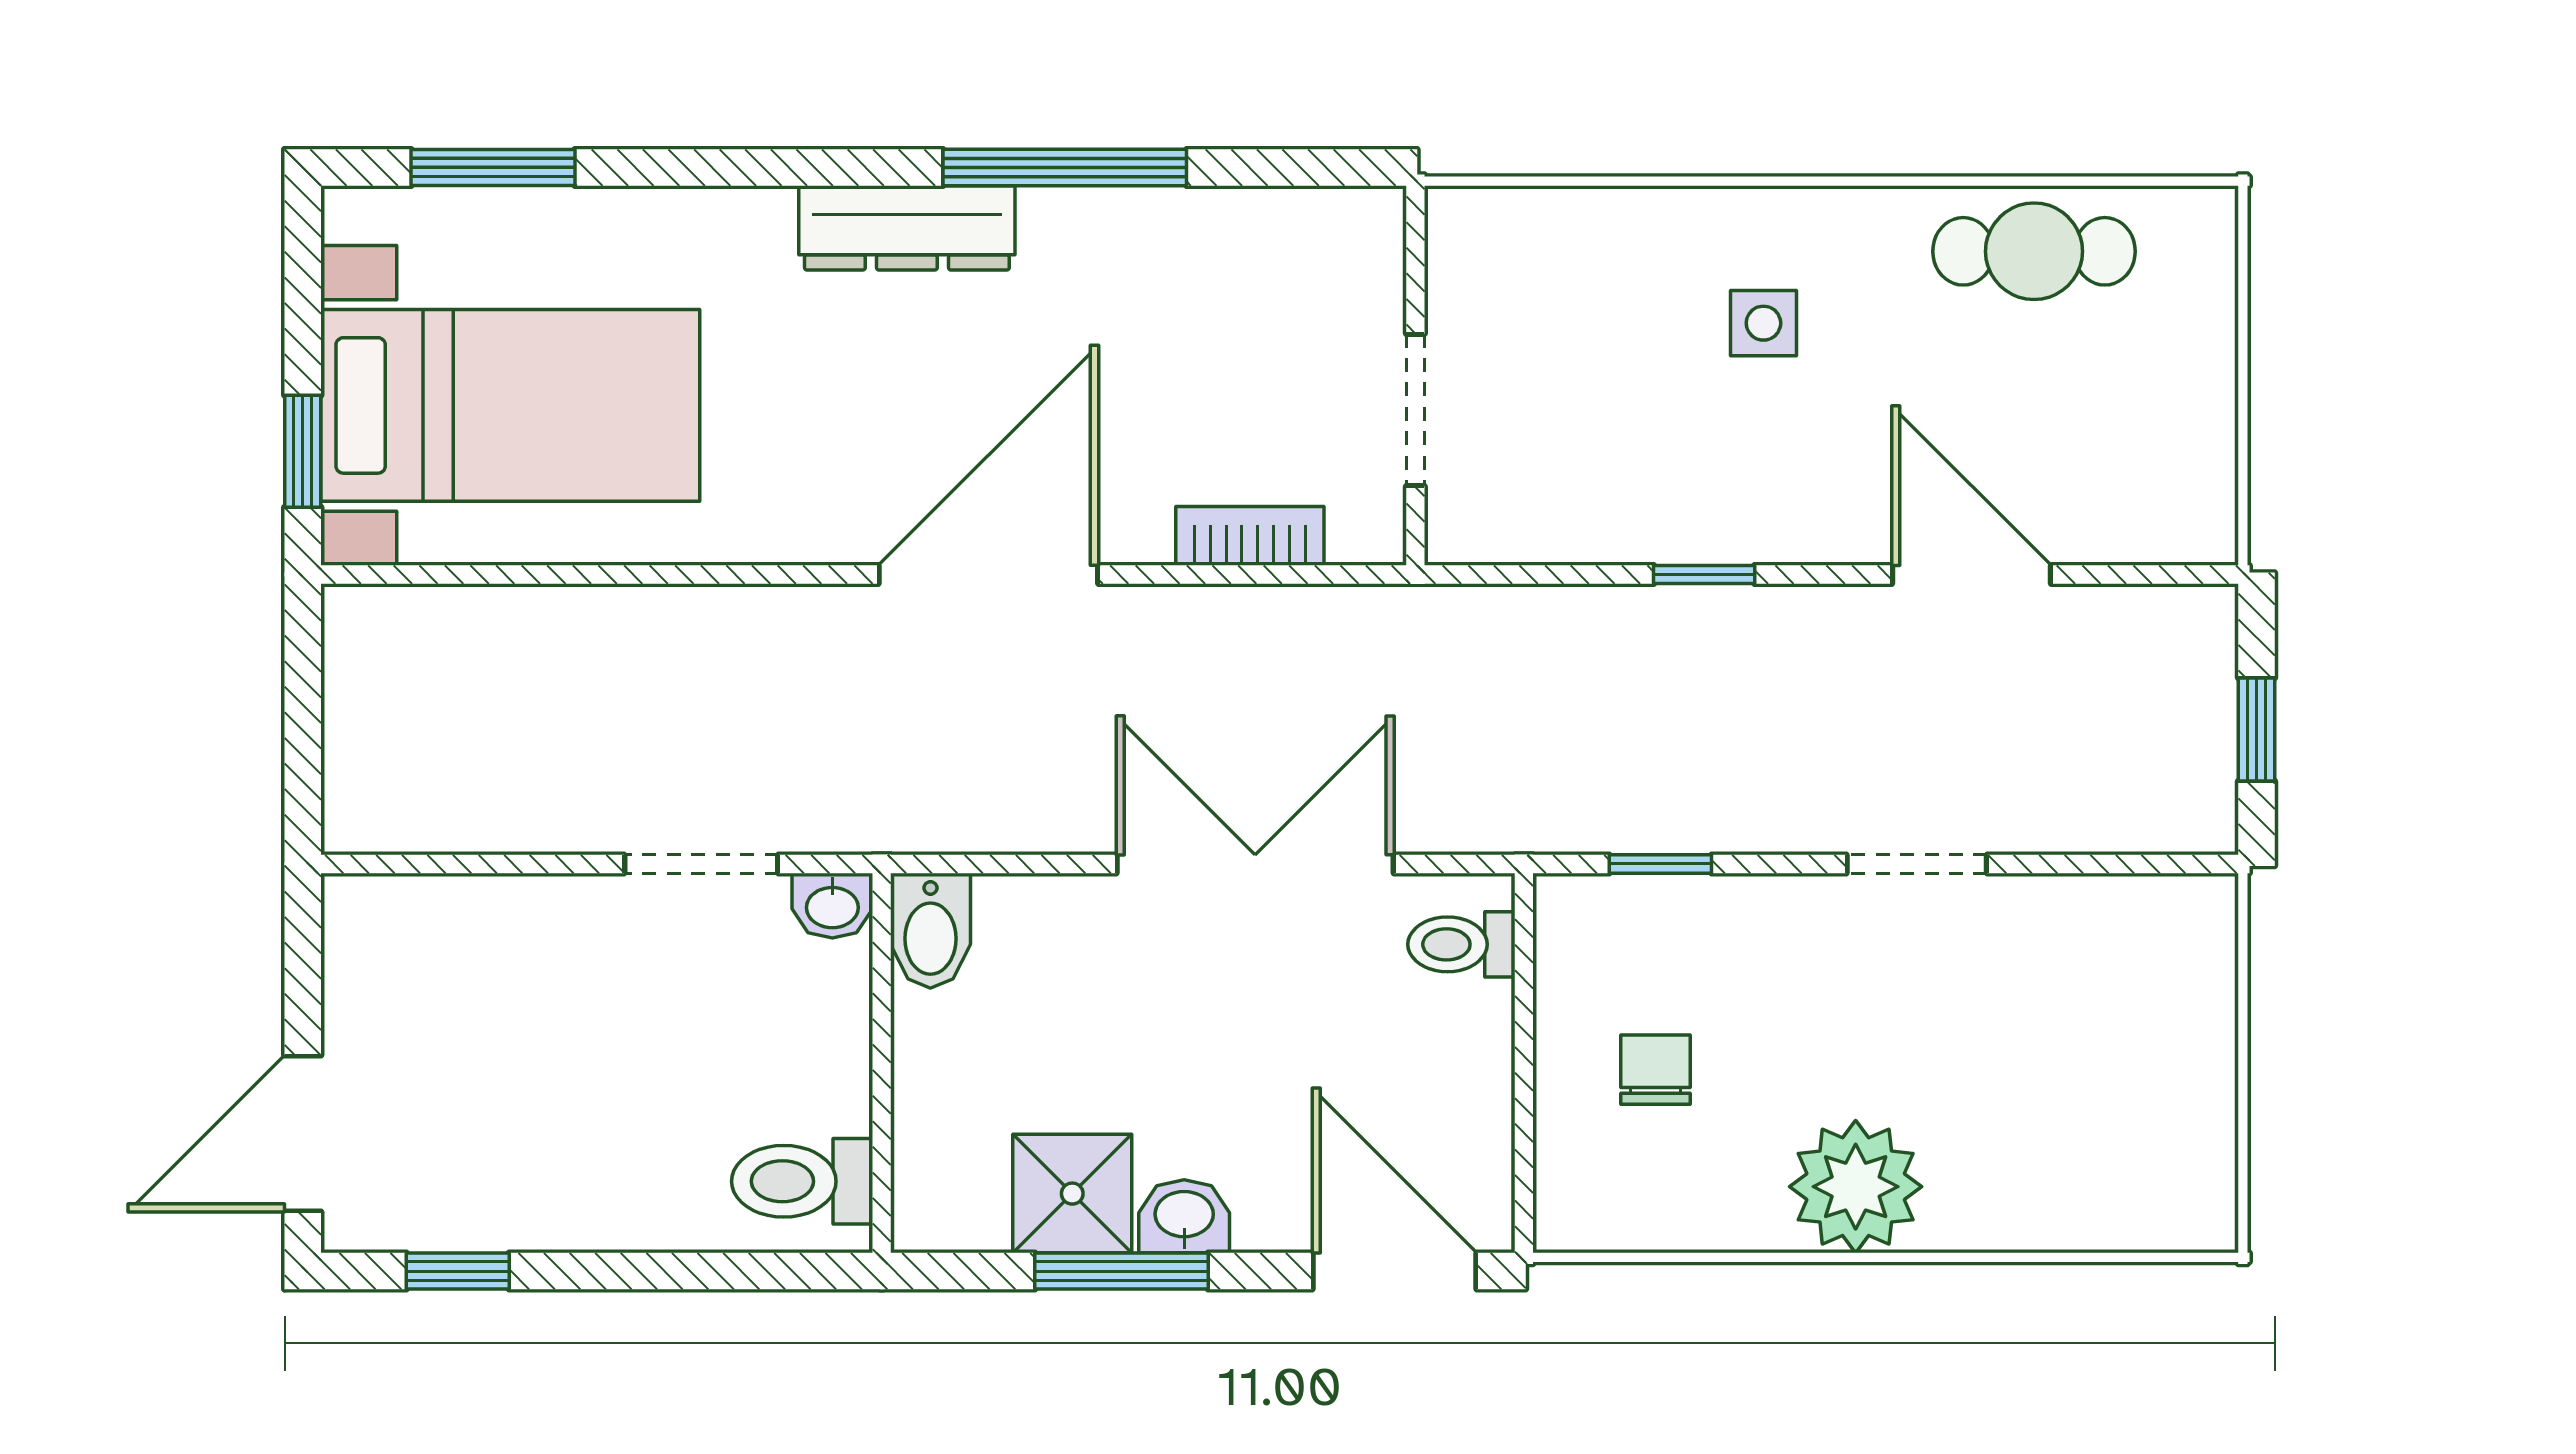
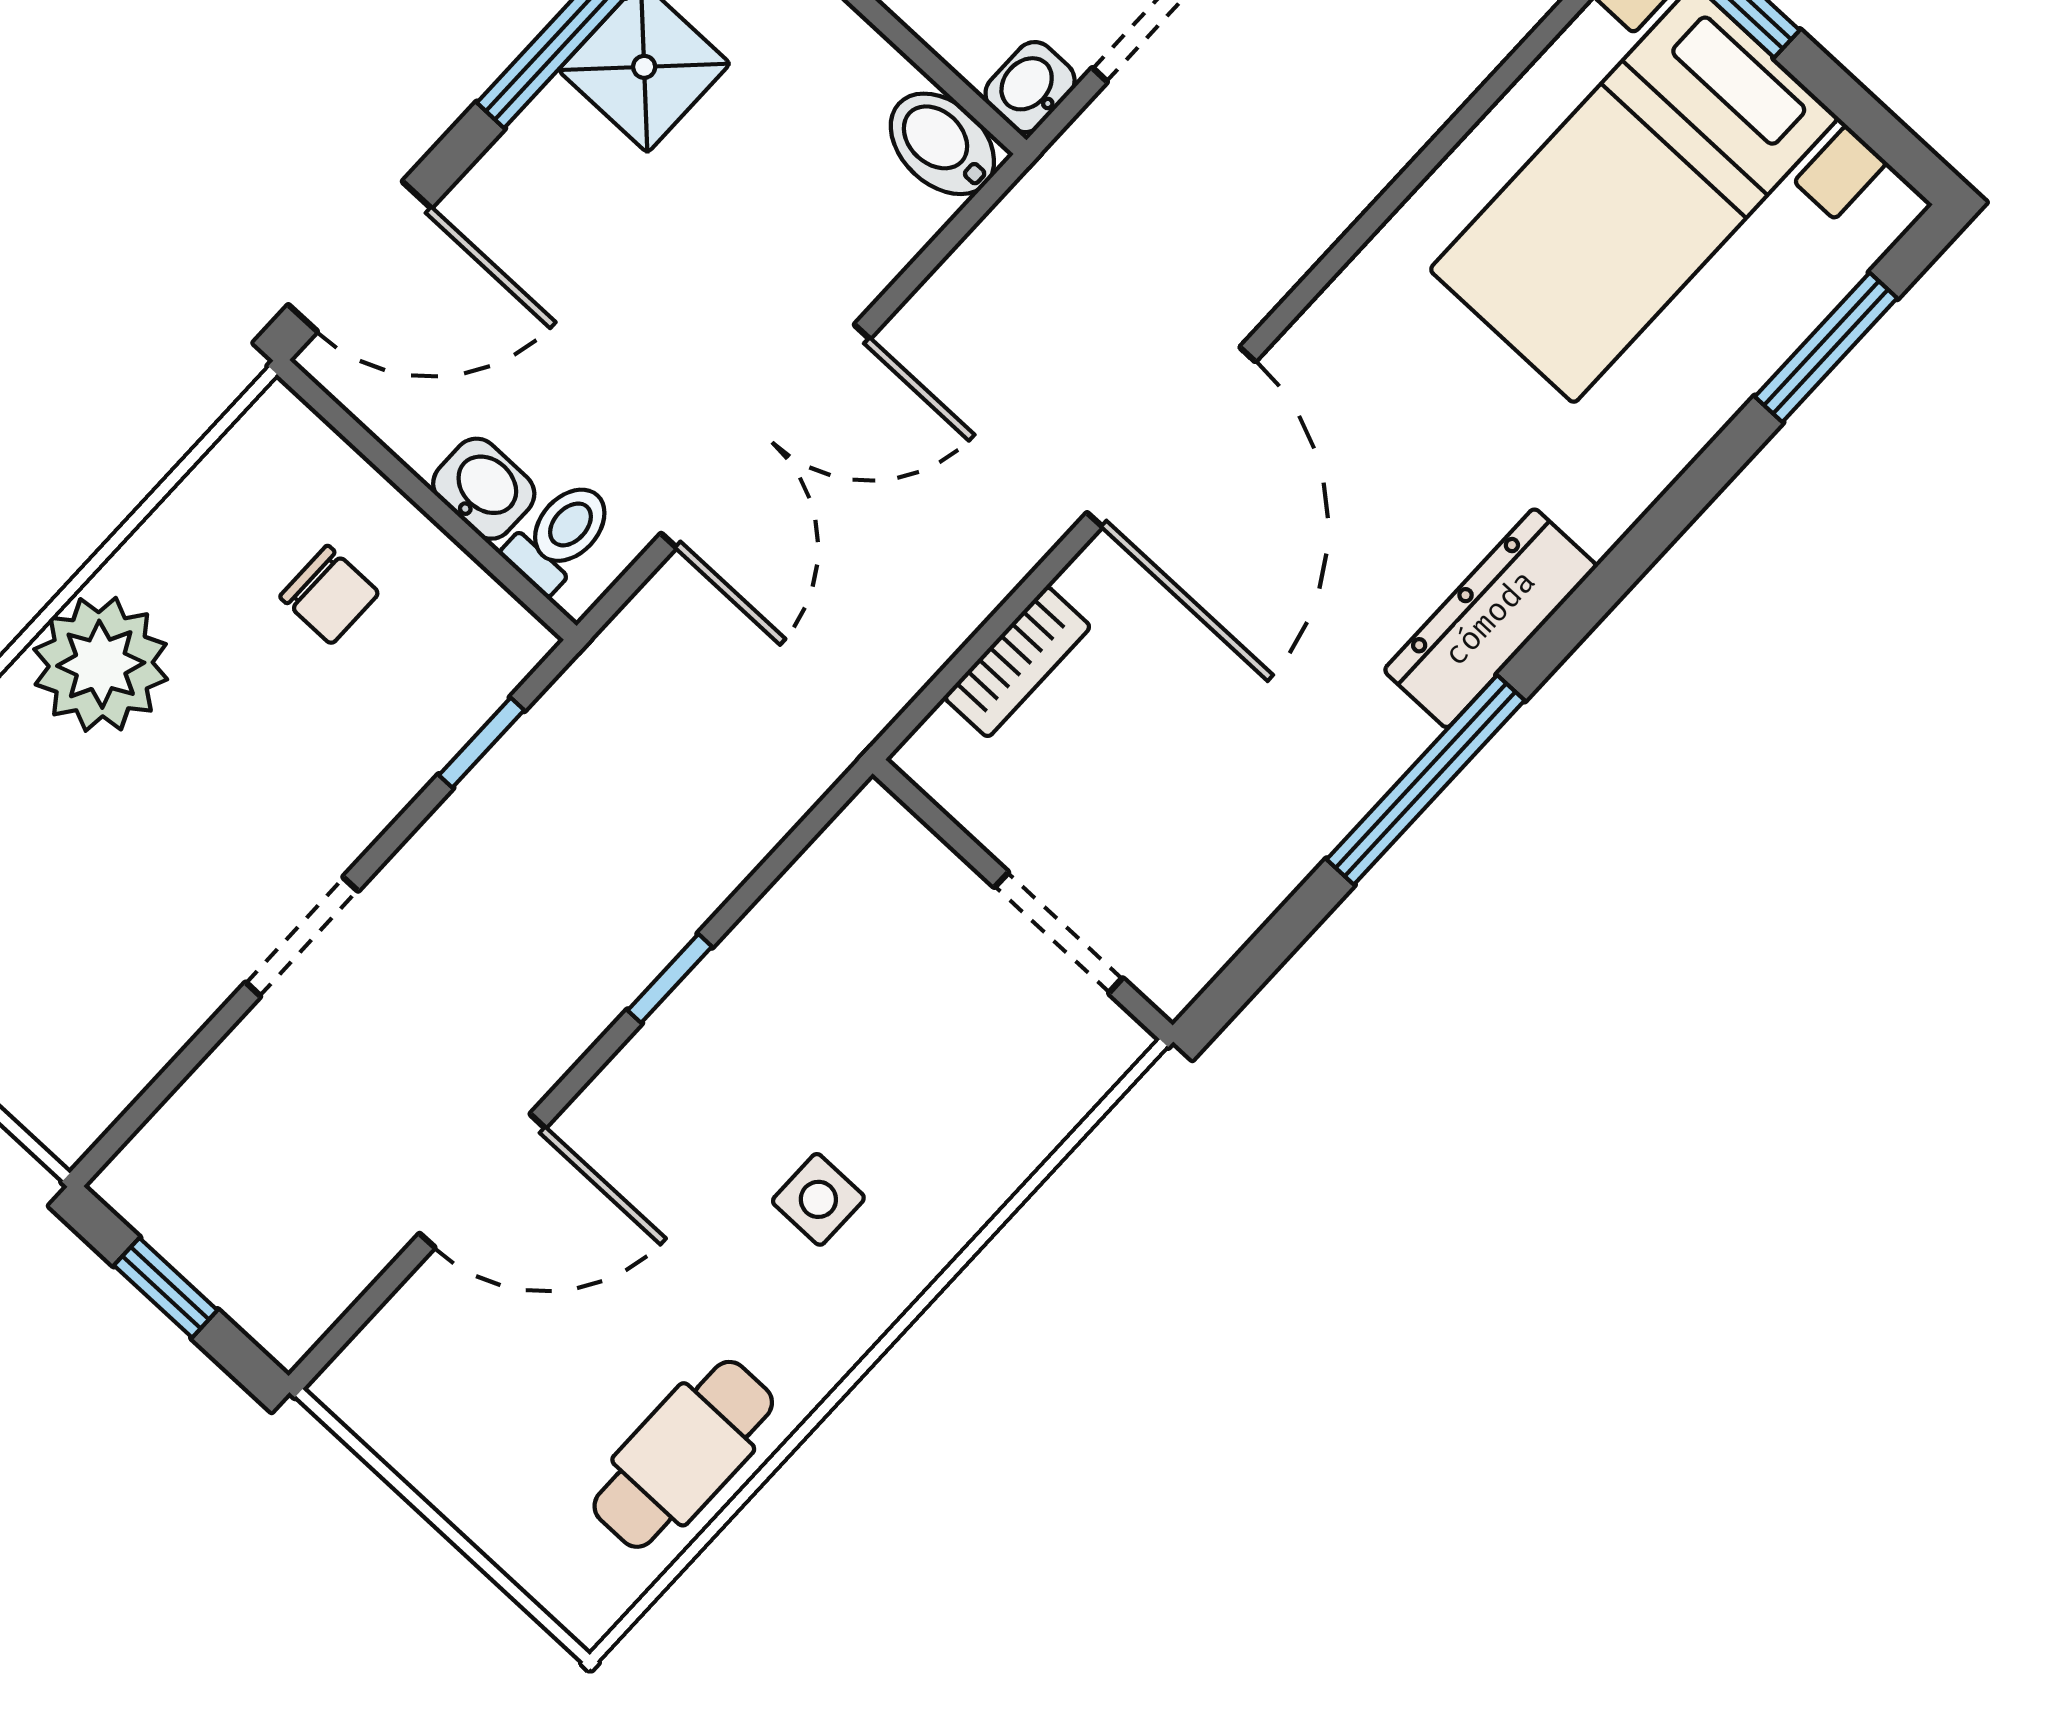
doorway: (1415, 410) -> (1059, 933), moved
washbasin: (1184, 1216) -> (484, 489), moved, turned -90

